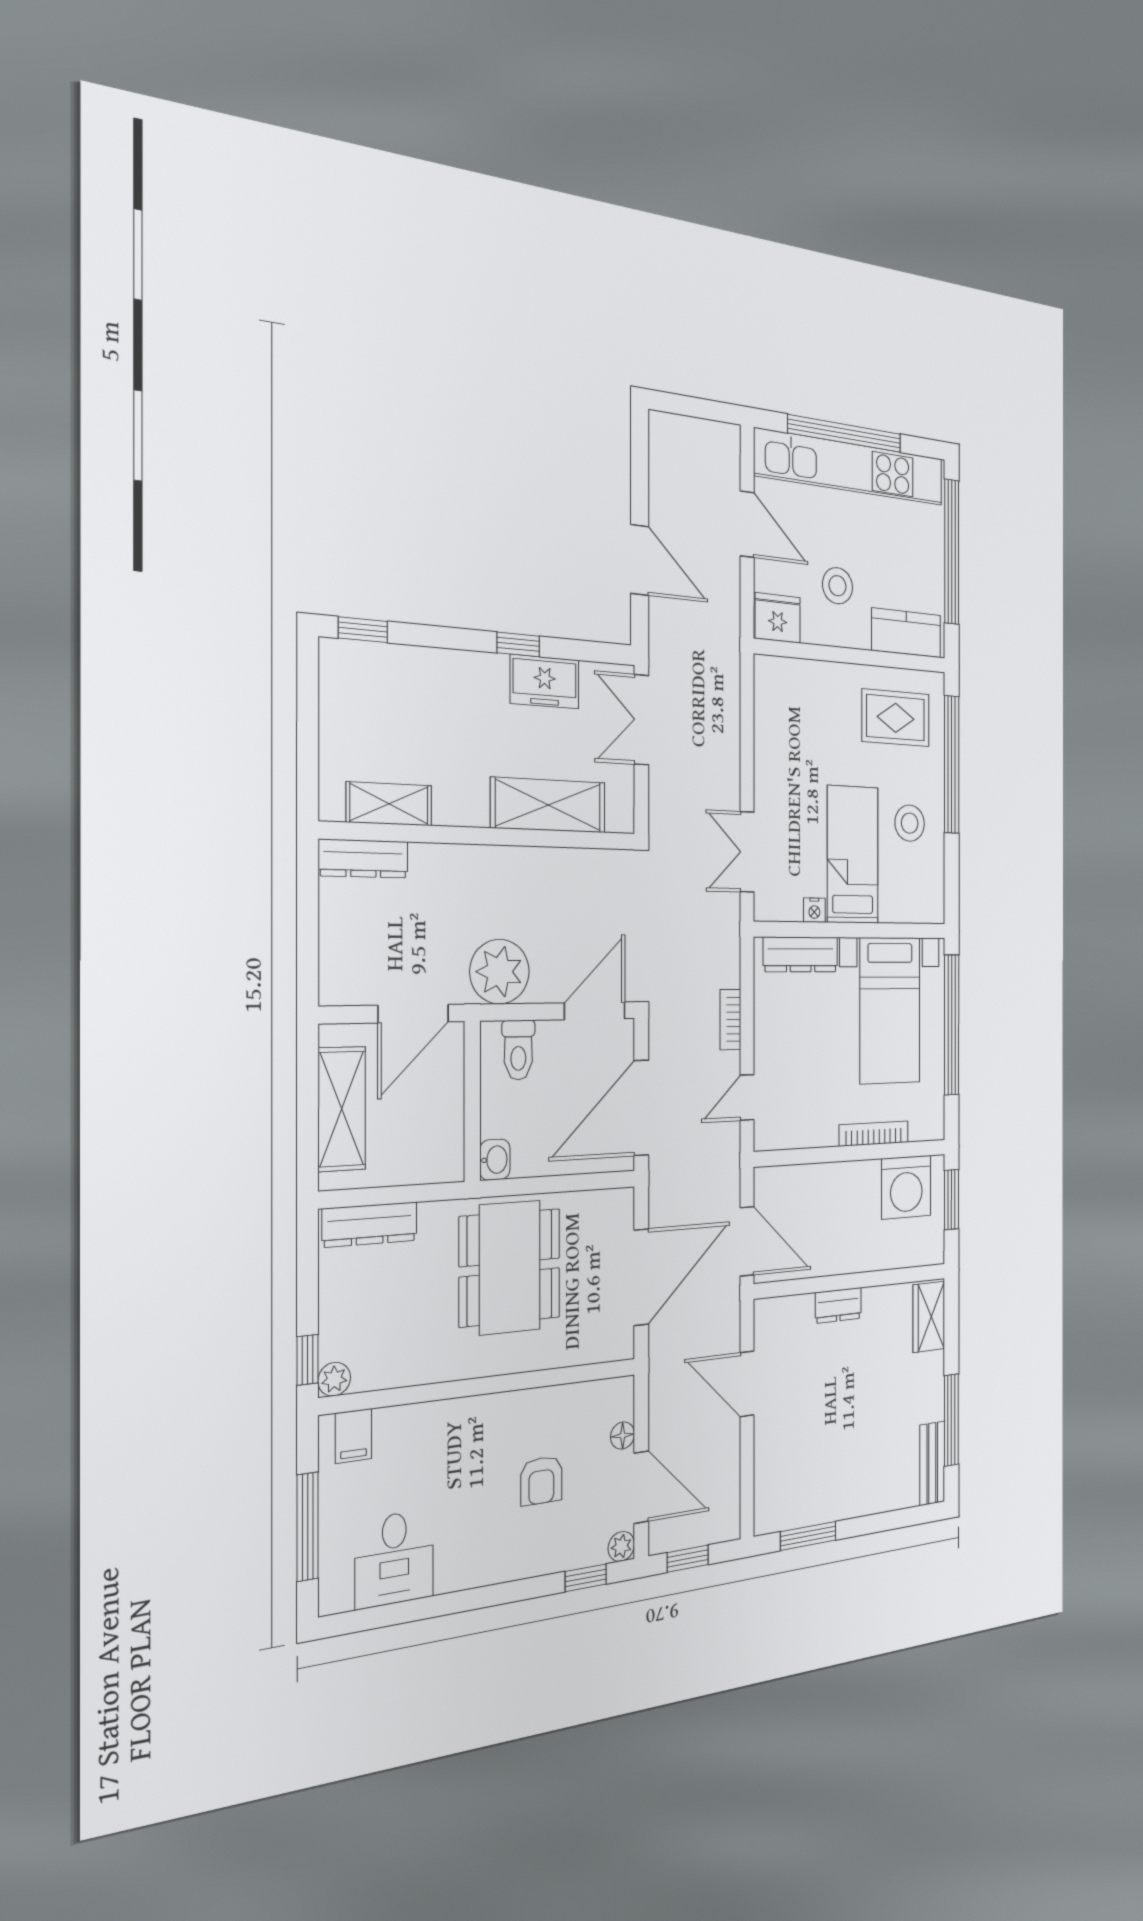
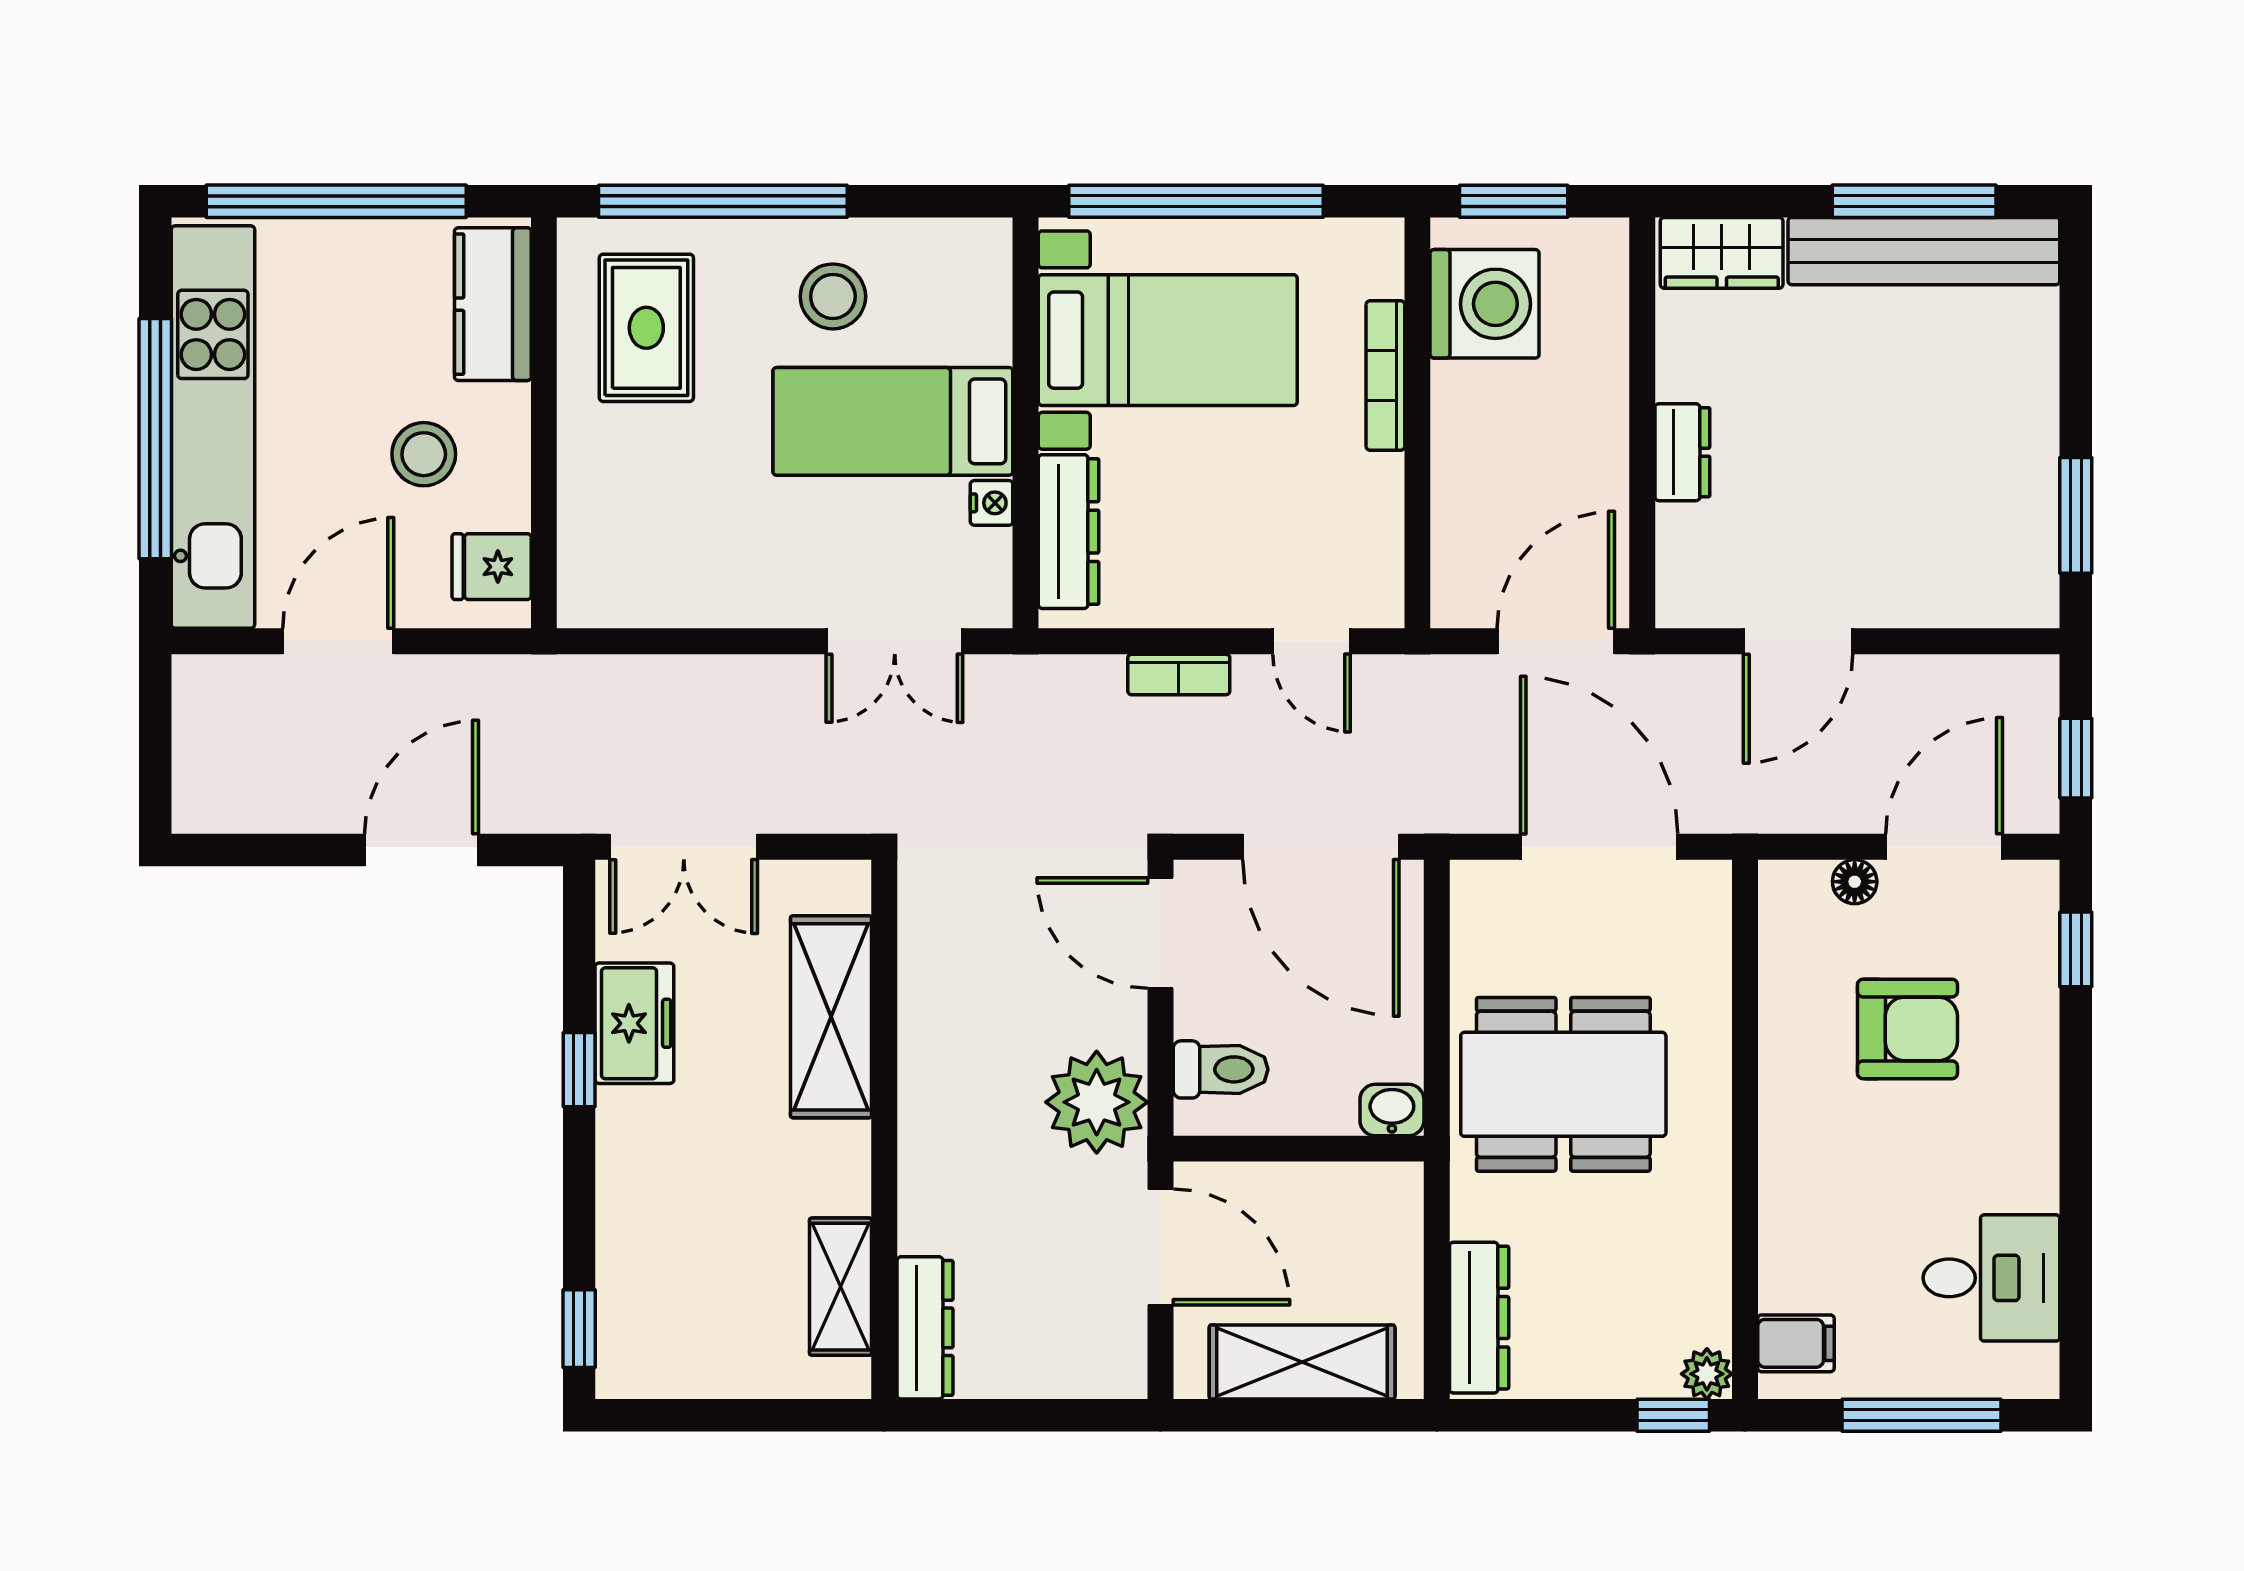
fridge: (778, 618) -> (492, 567), width x0.72
bench: (932, 1463) -> (1924, 251), width x1.86, depth x1.21
armchair: (541, 1481) -> (1907, 1029), width x1.38, depth x1.38
plant: (621, 1546) -> (2035, 884), removed

